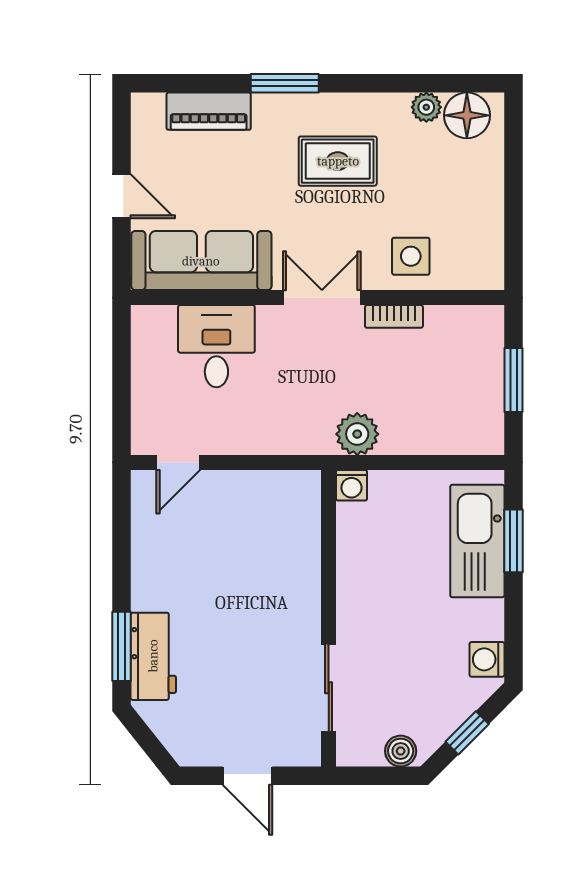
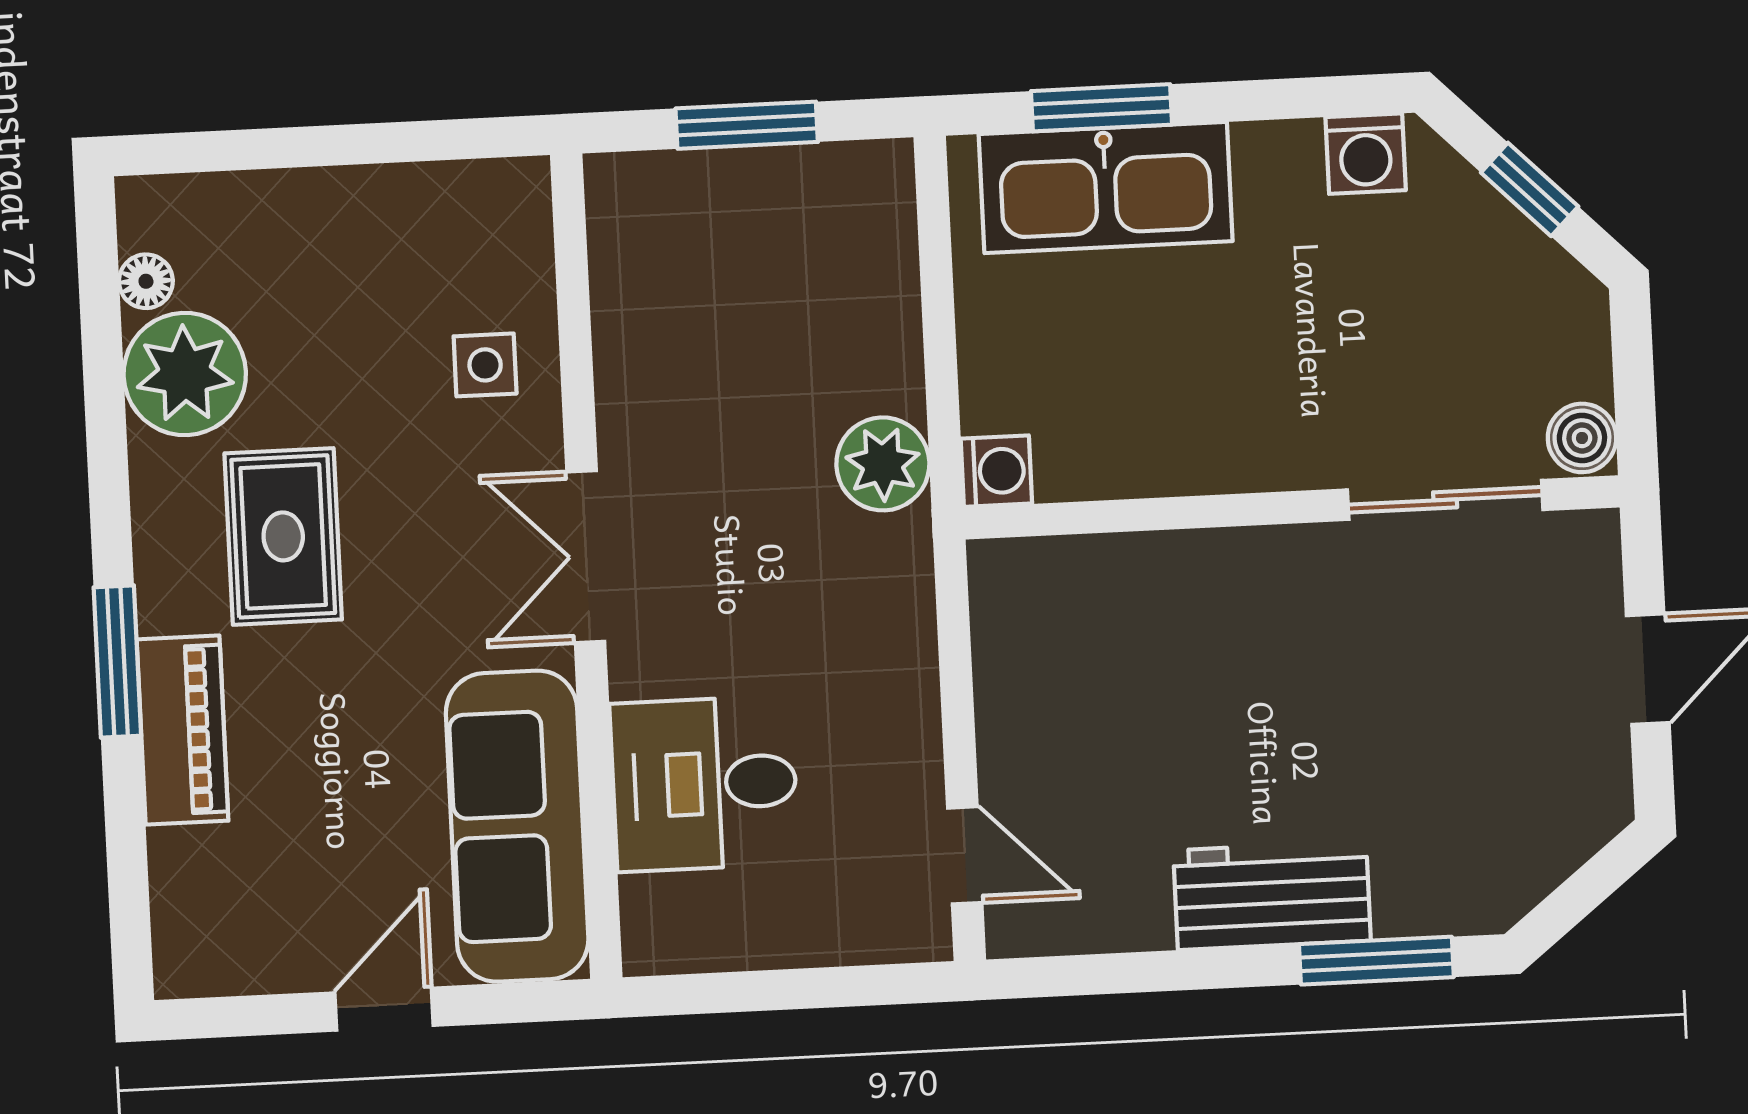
plant: (426, 107) -> (185, 374), width x1.88, depth x1.88
piano: (209, 111) -> (182, 730), moved
floor lamp: (467, 115) -> (146, 281), width x0.53, depth x0.53
side table: (411, 256) -> (485, 365), width x0.73, depth x0.73
bookcase: (394, 316) -> (620, 396), removed
workbench: (153, 656) -> (1272, 895), moved
boiler: (401, 751) -> (1582, 438), moved

